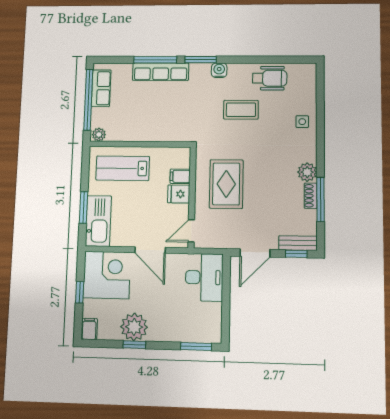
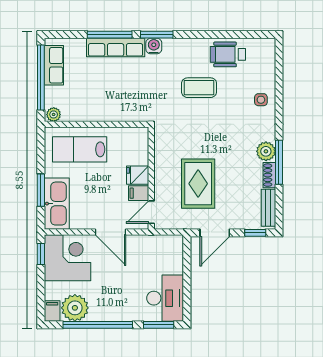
water cooler: (219, 70) -> (154, 46), moved
wheelchair: (270, 78) -> (228, 54), turned 180
filing cabinet: (180, 176) -> (139, 193), moved
rug: (226, 184) -> (198, 184), moved
window: (321, 199) -> (279, 162), moved
bench: (298, 243) -> (268, 208), moved, turned 90
desk: (204, 277) -> (165, 298), moved
window: (80, 292) -> (41, 254), moved
plant: (134, 327) -> (75, 308), moved
window: (134, 345) -> (98, 325), width x3.17

